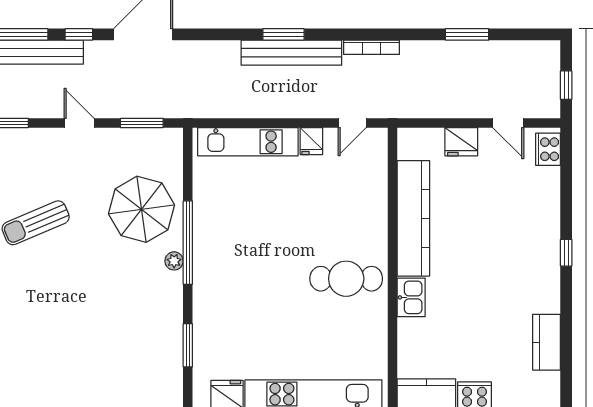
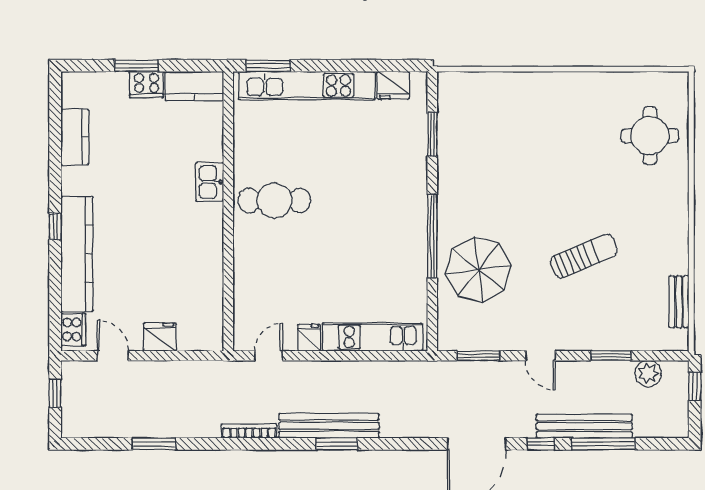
kitchen counter: (413, 218) -> (77, 254), moved, turned 180
plant: (174, 261) -> (446, 218), removed

